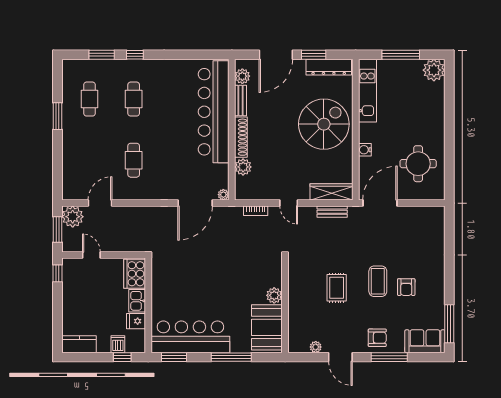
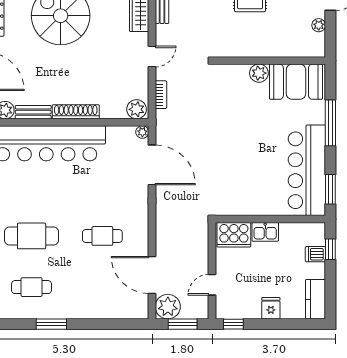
cafe table: (134, 99) -> (32, 236), width x1.37, depth x1.35
plant: (243, 167) -> (137, 109), moved
door: (100, 203) -> (152, 275), width x1.36
fridge: (136, 321) -> (271, 308), moved, turned 180

